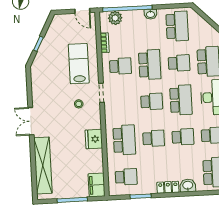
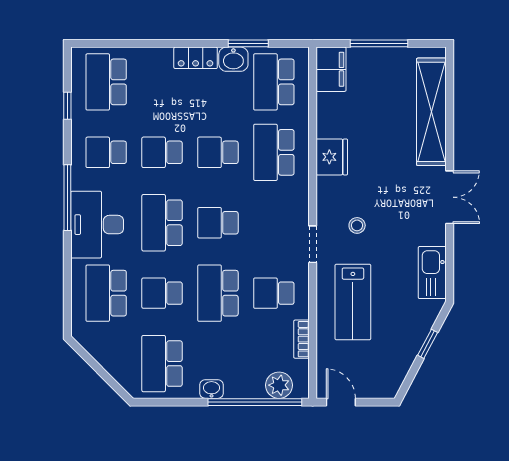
kitchen sink: (38, 81) -> (432, 273), added
school desk: (126, 177) -> (274, 82), width x1.85
washbasin: (188, 186) -> (233, 59), moved

